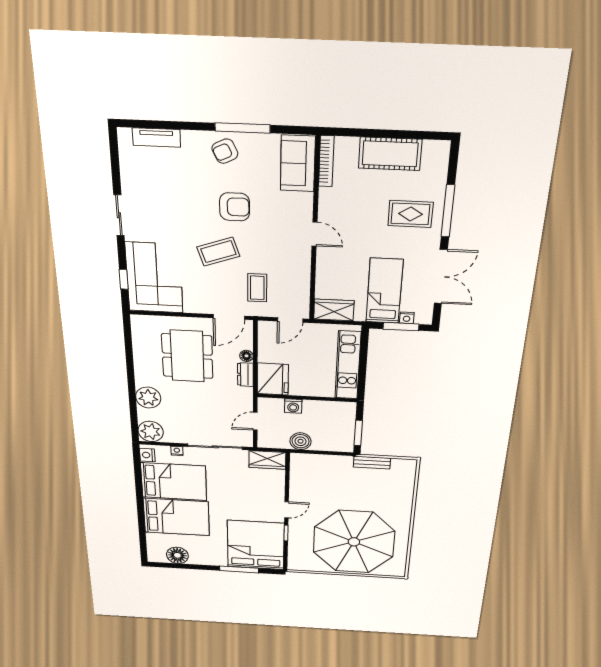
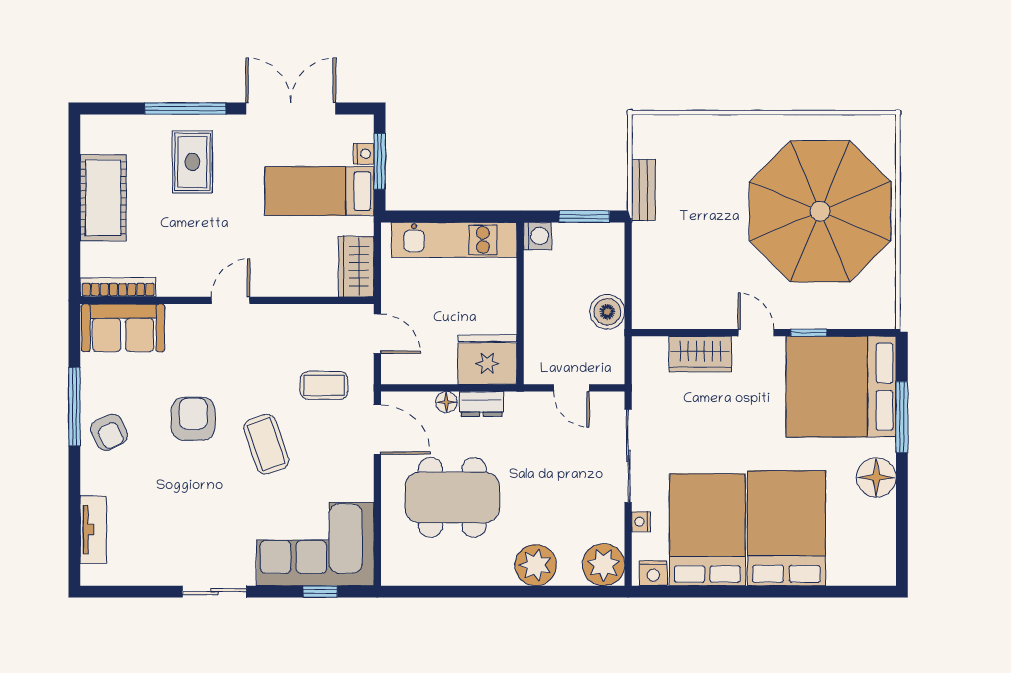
washing machine: (293, 406) -> (537, 236), moved
wardrobe: (267, 460) -> (700, 354), moved, turned 90
floor lamp: (177, 555) -> (876, 477), moved

